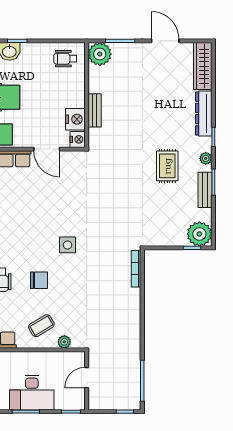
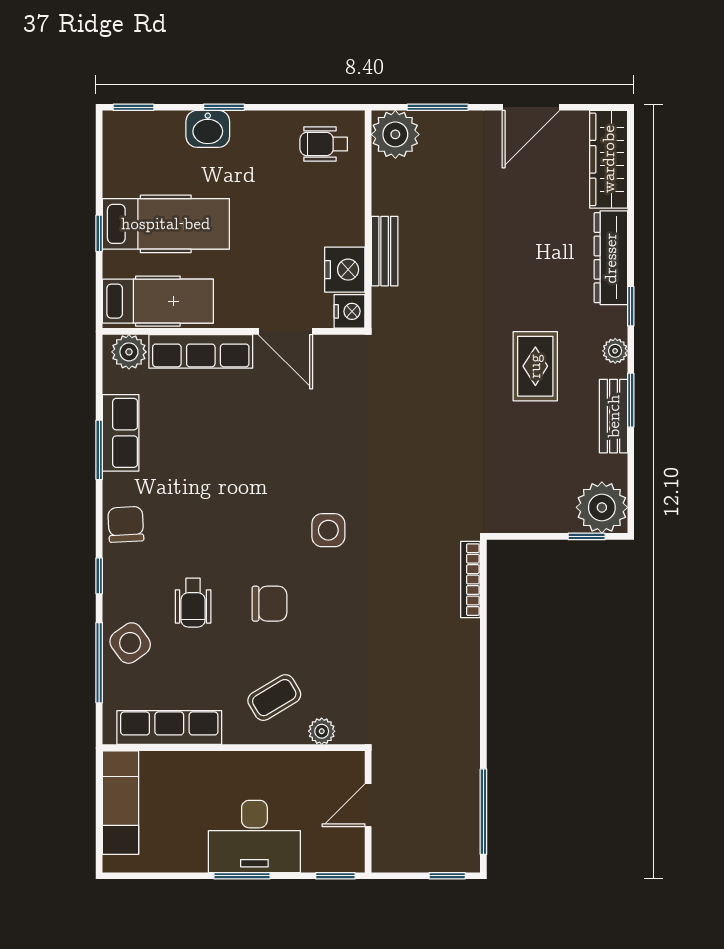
door: (165, 41) -> (531, 107), swing flipped

